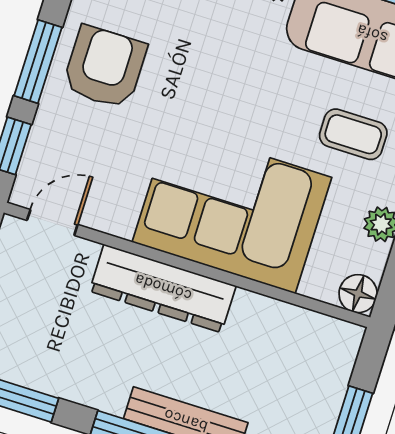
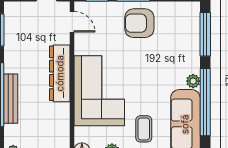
armchair: (105, 67) -> (139, 23), turned 180

